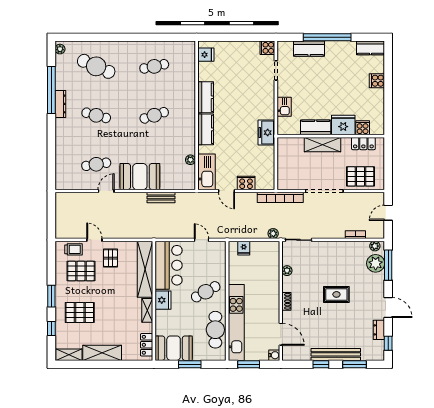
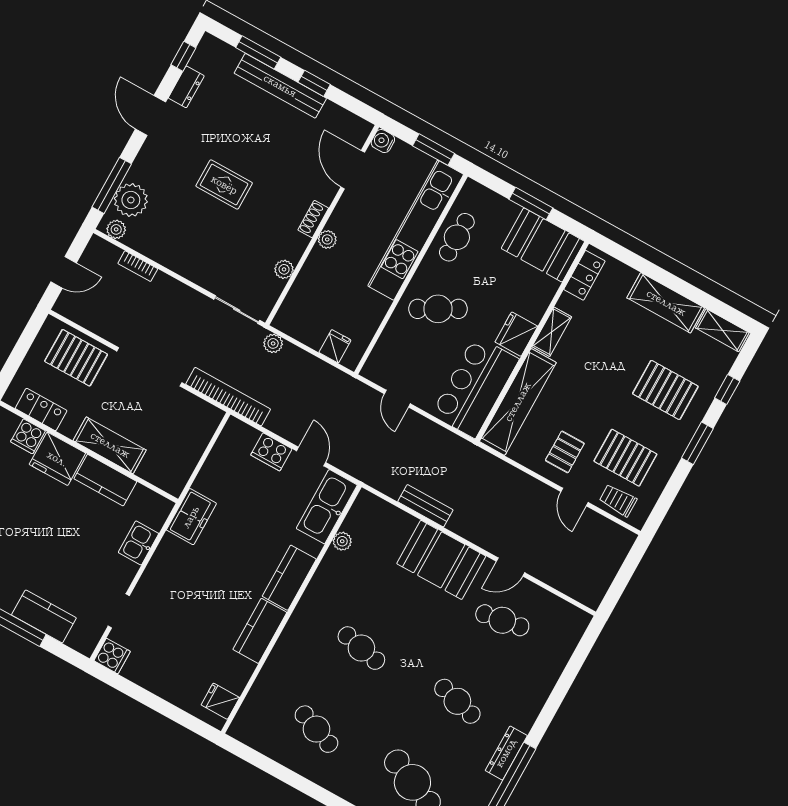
cafe table: (154, 66) -> (316, 729), turned 33
cafe table: (154, 115) -> (361, 648), turned 30
plant: (275, 295) -> (327, 239), added
cafe table: (215, 330) -> (457, 237), width x0.73, depth x0.74

